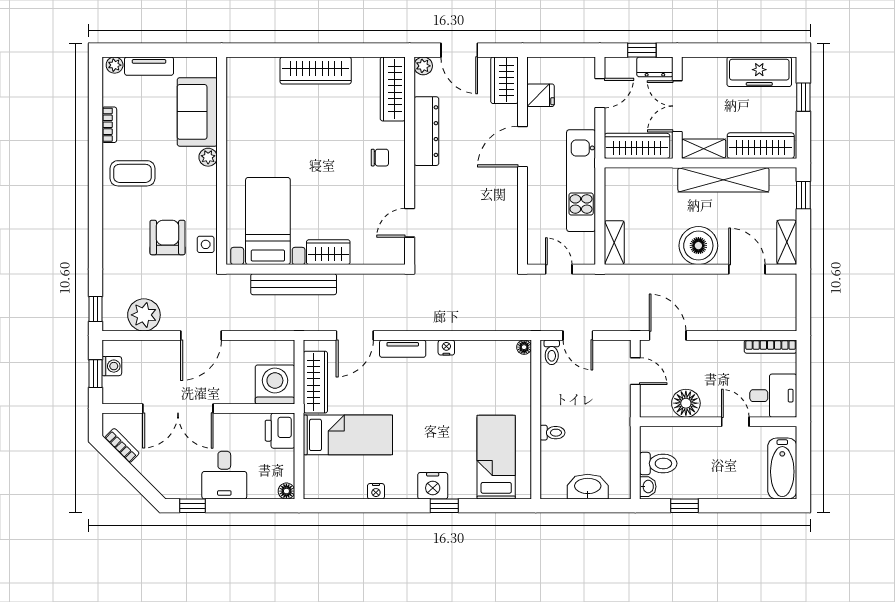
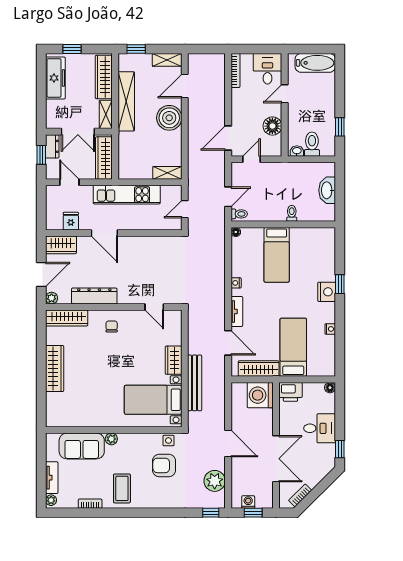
bed: (496, 457) -> (277, 255), moved, turned -90
washbasin: (648, 487) -> (297, 151), moved

